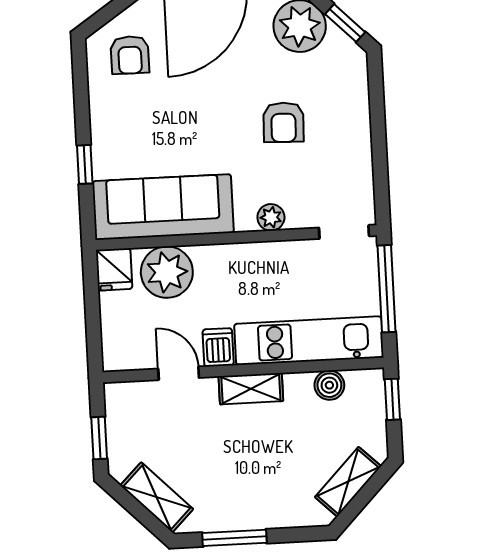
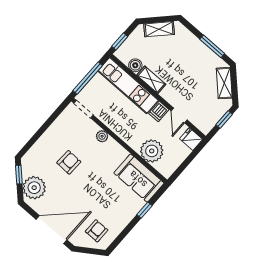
sofa: (163, 207) -> (139, 178), width x0.73
fridge: (114, 269) -> (191, 139), moved, turned -90
shelving: (251, 389) -> (151, 80), moved

